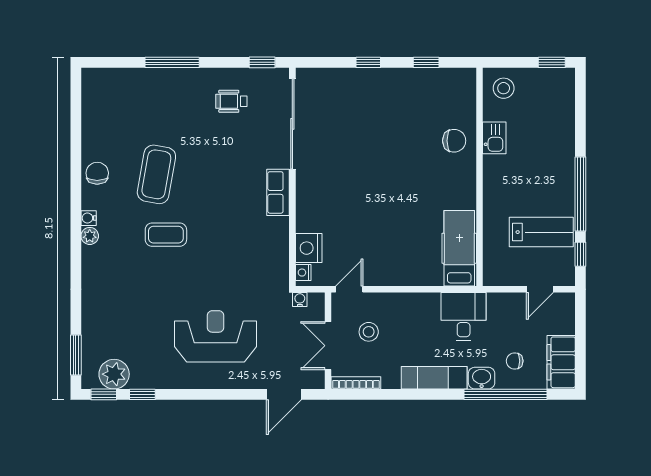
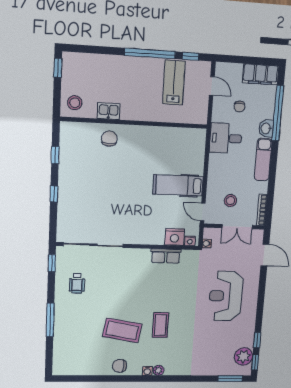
row of seats: (278, 192) -> (166, 256), moved
hospital bed: (459, 248) -> (178, 185), moved
chair: (515, 361) -> (240, 107), moved

